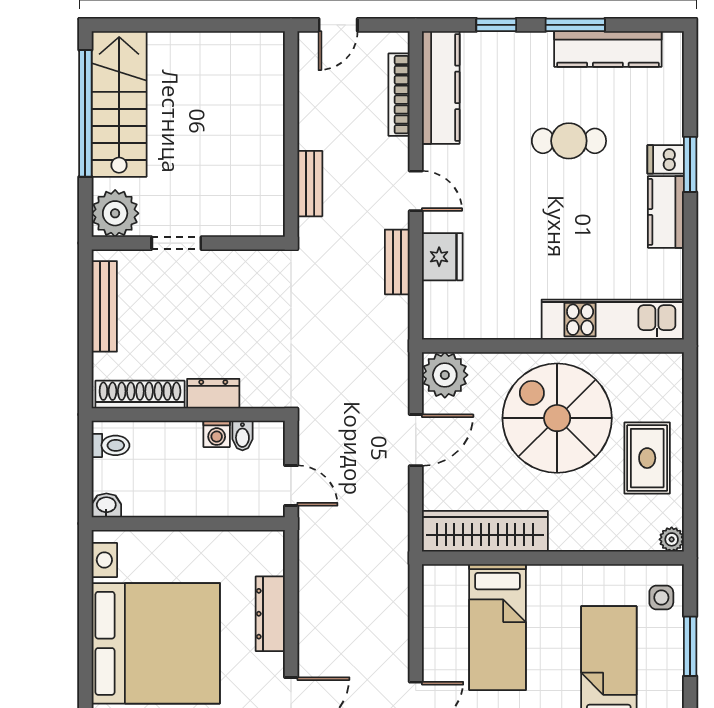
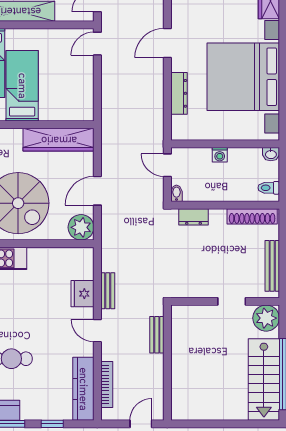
dresser: (213, 394) -> (194, 217), moved
washing machine: (217, 434) -> (220, 155), moved, turned 180
bidet: (242, 436) -> (176, 193), moved
bed: (498, 627) -> (22, 86), moved

